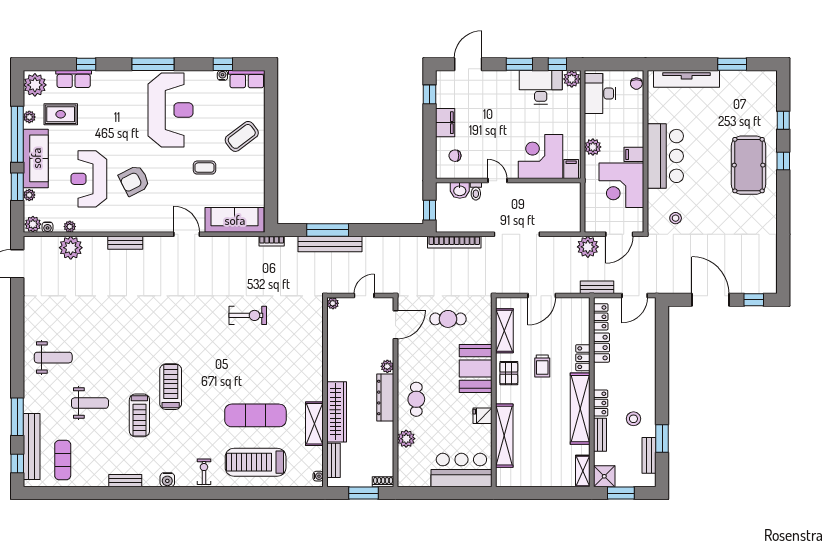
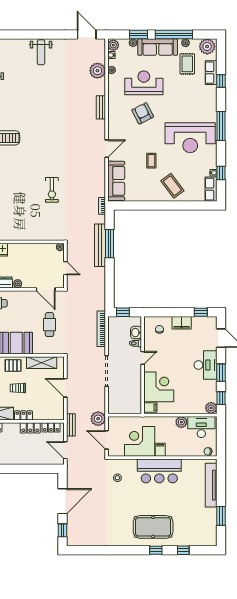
desk: (541, 87) -> (205, 365), moved
plant: (593, 147) -> (181, 422), moved
weight bench: (53, 358) -> (41, 52), moved

